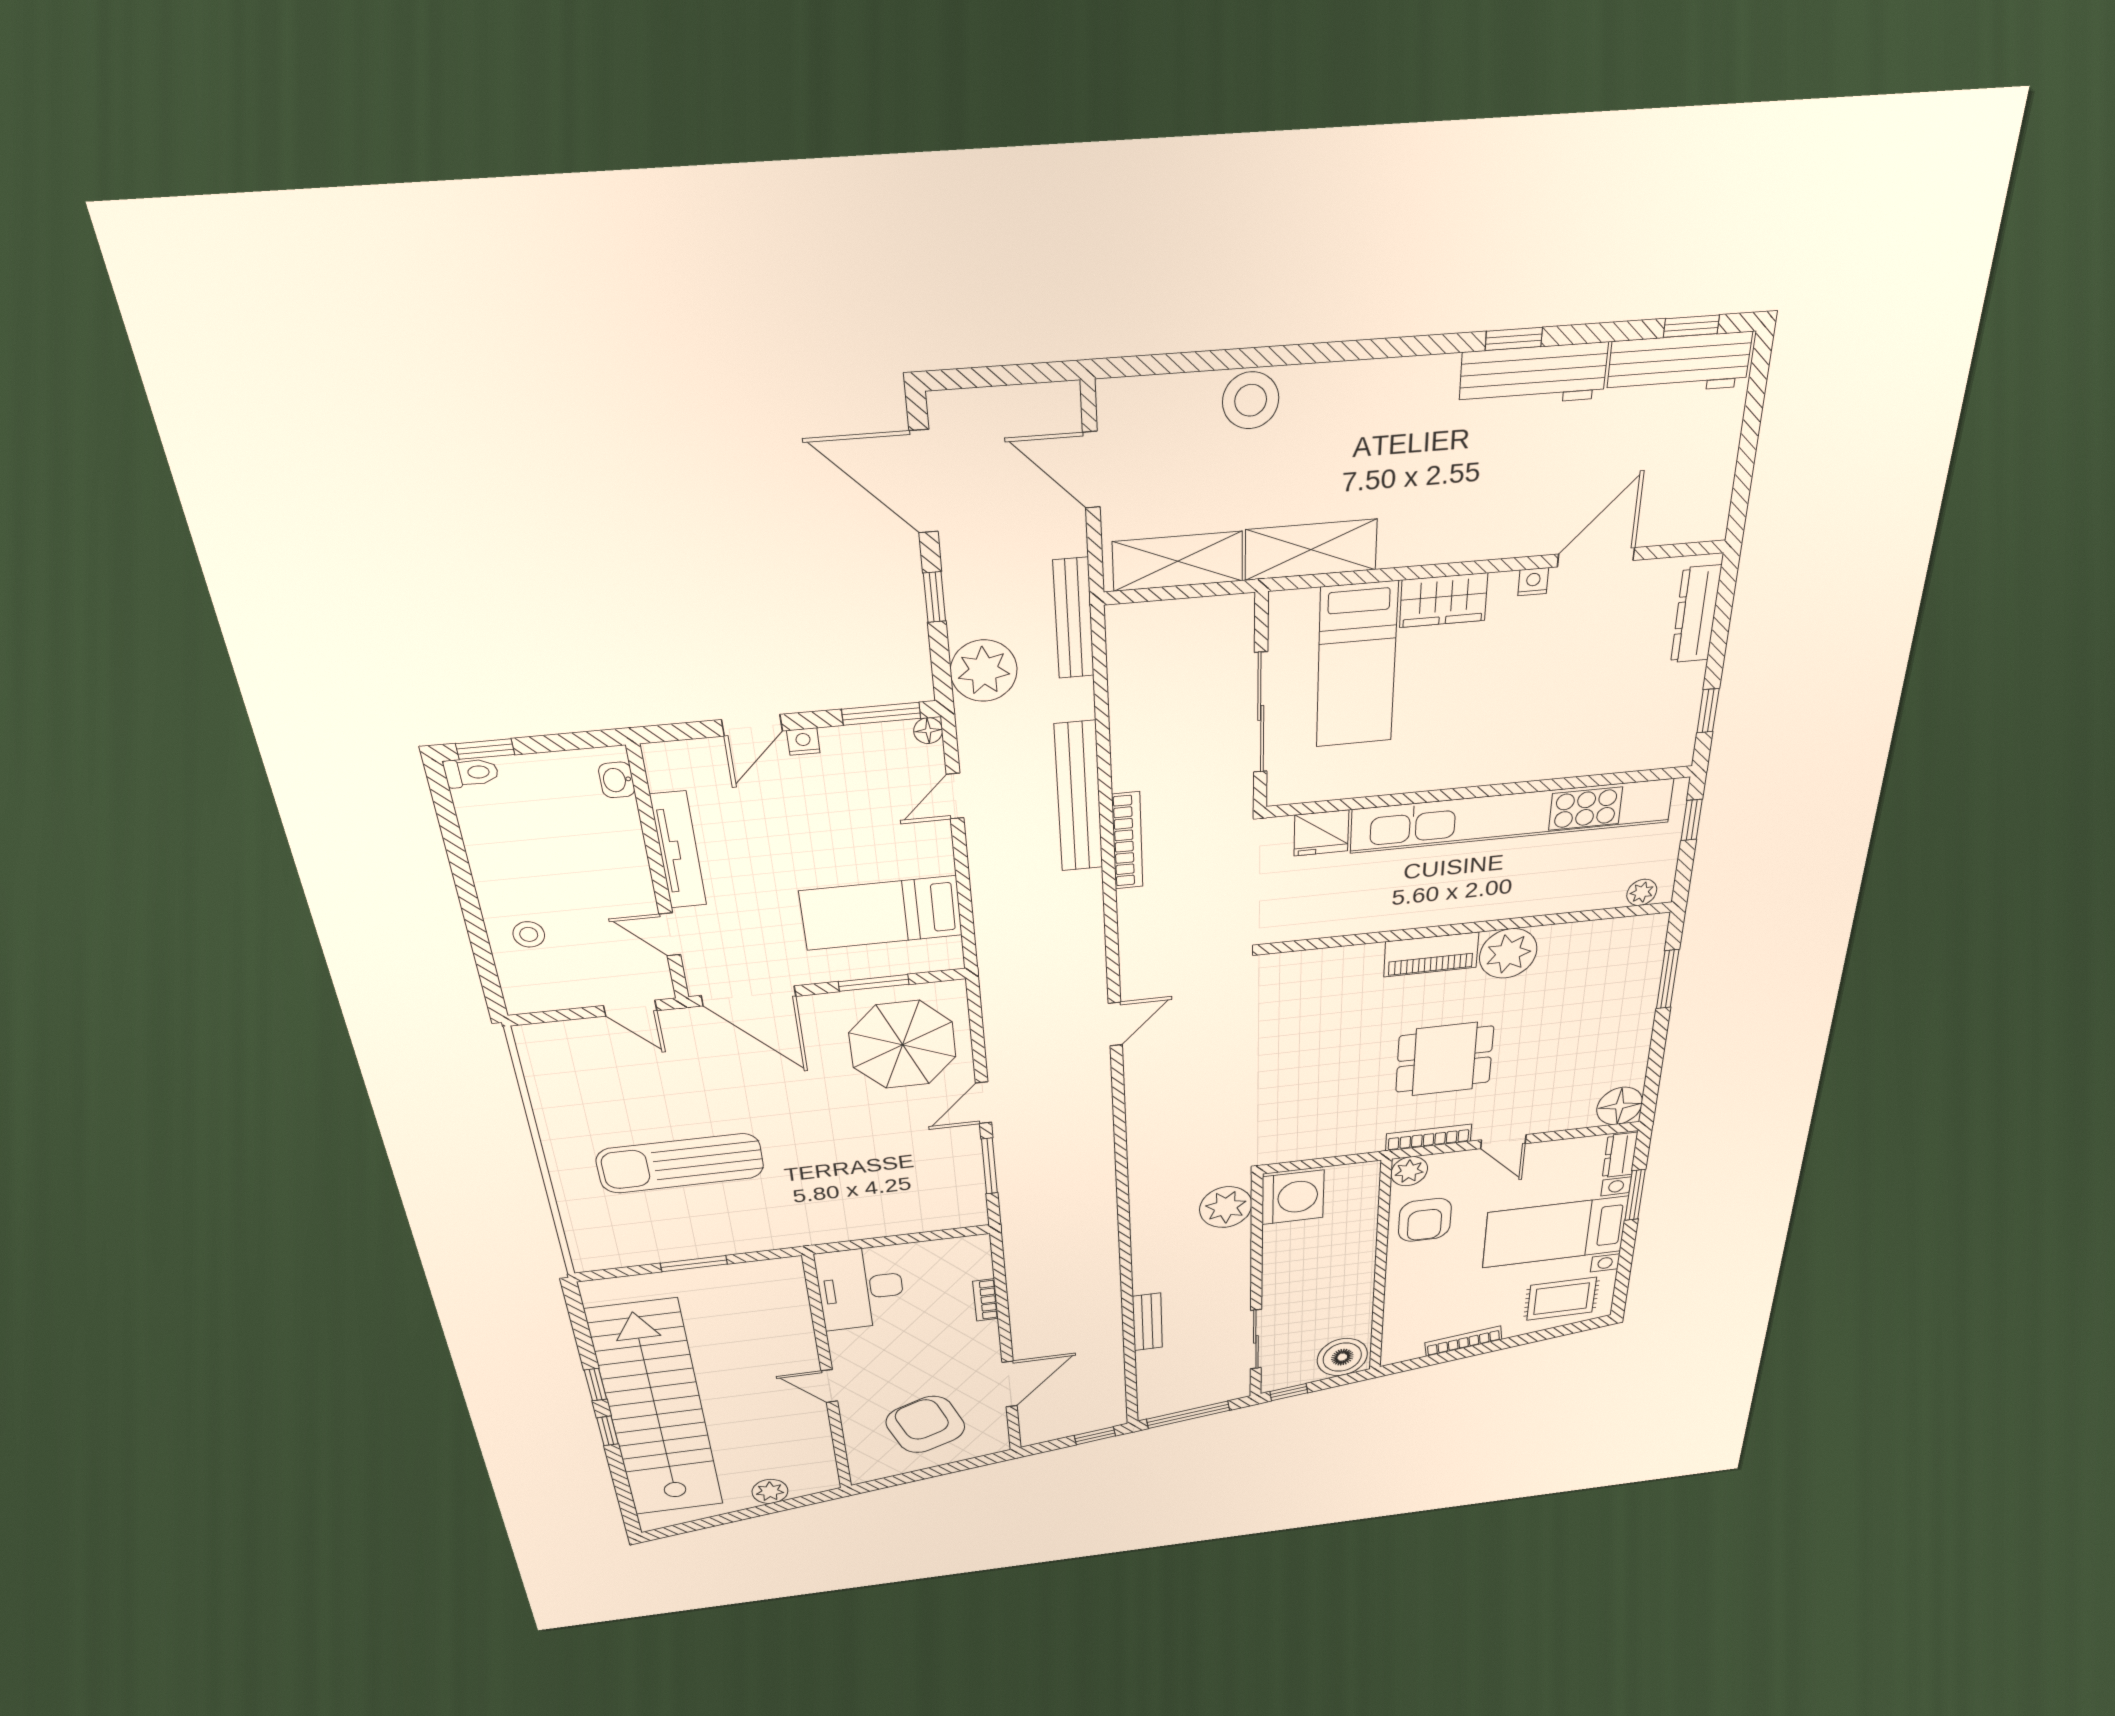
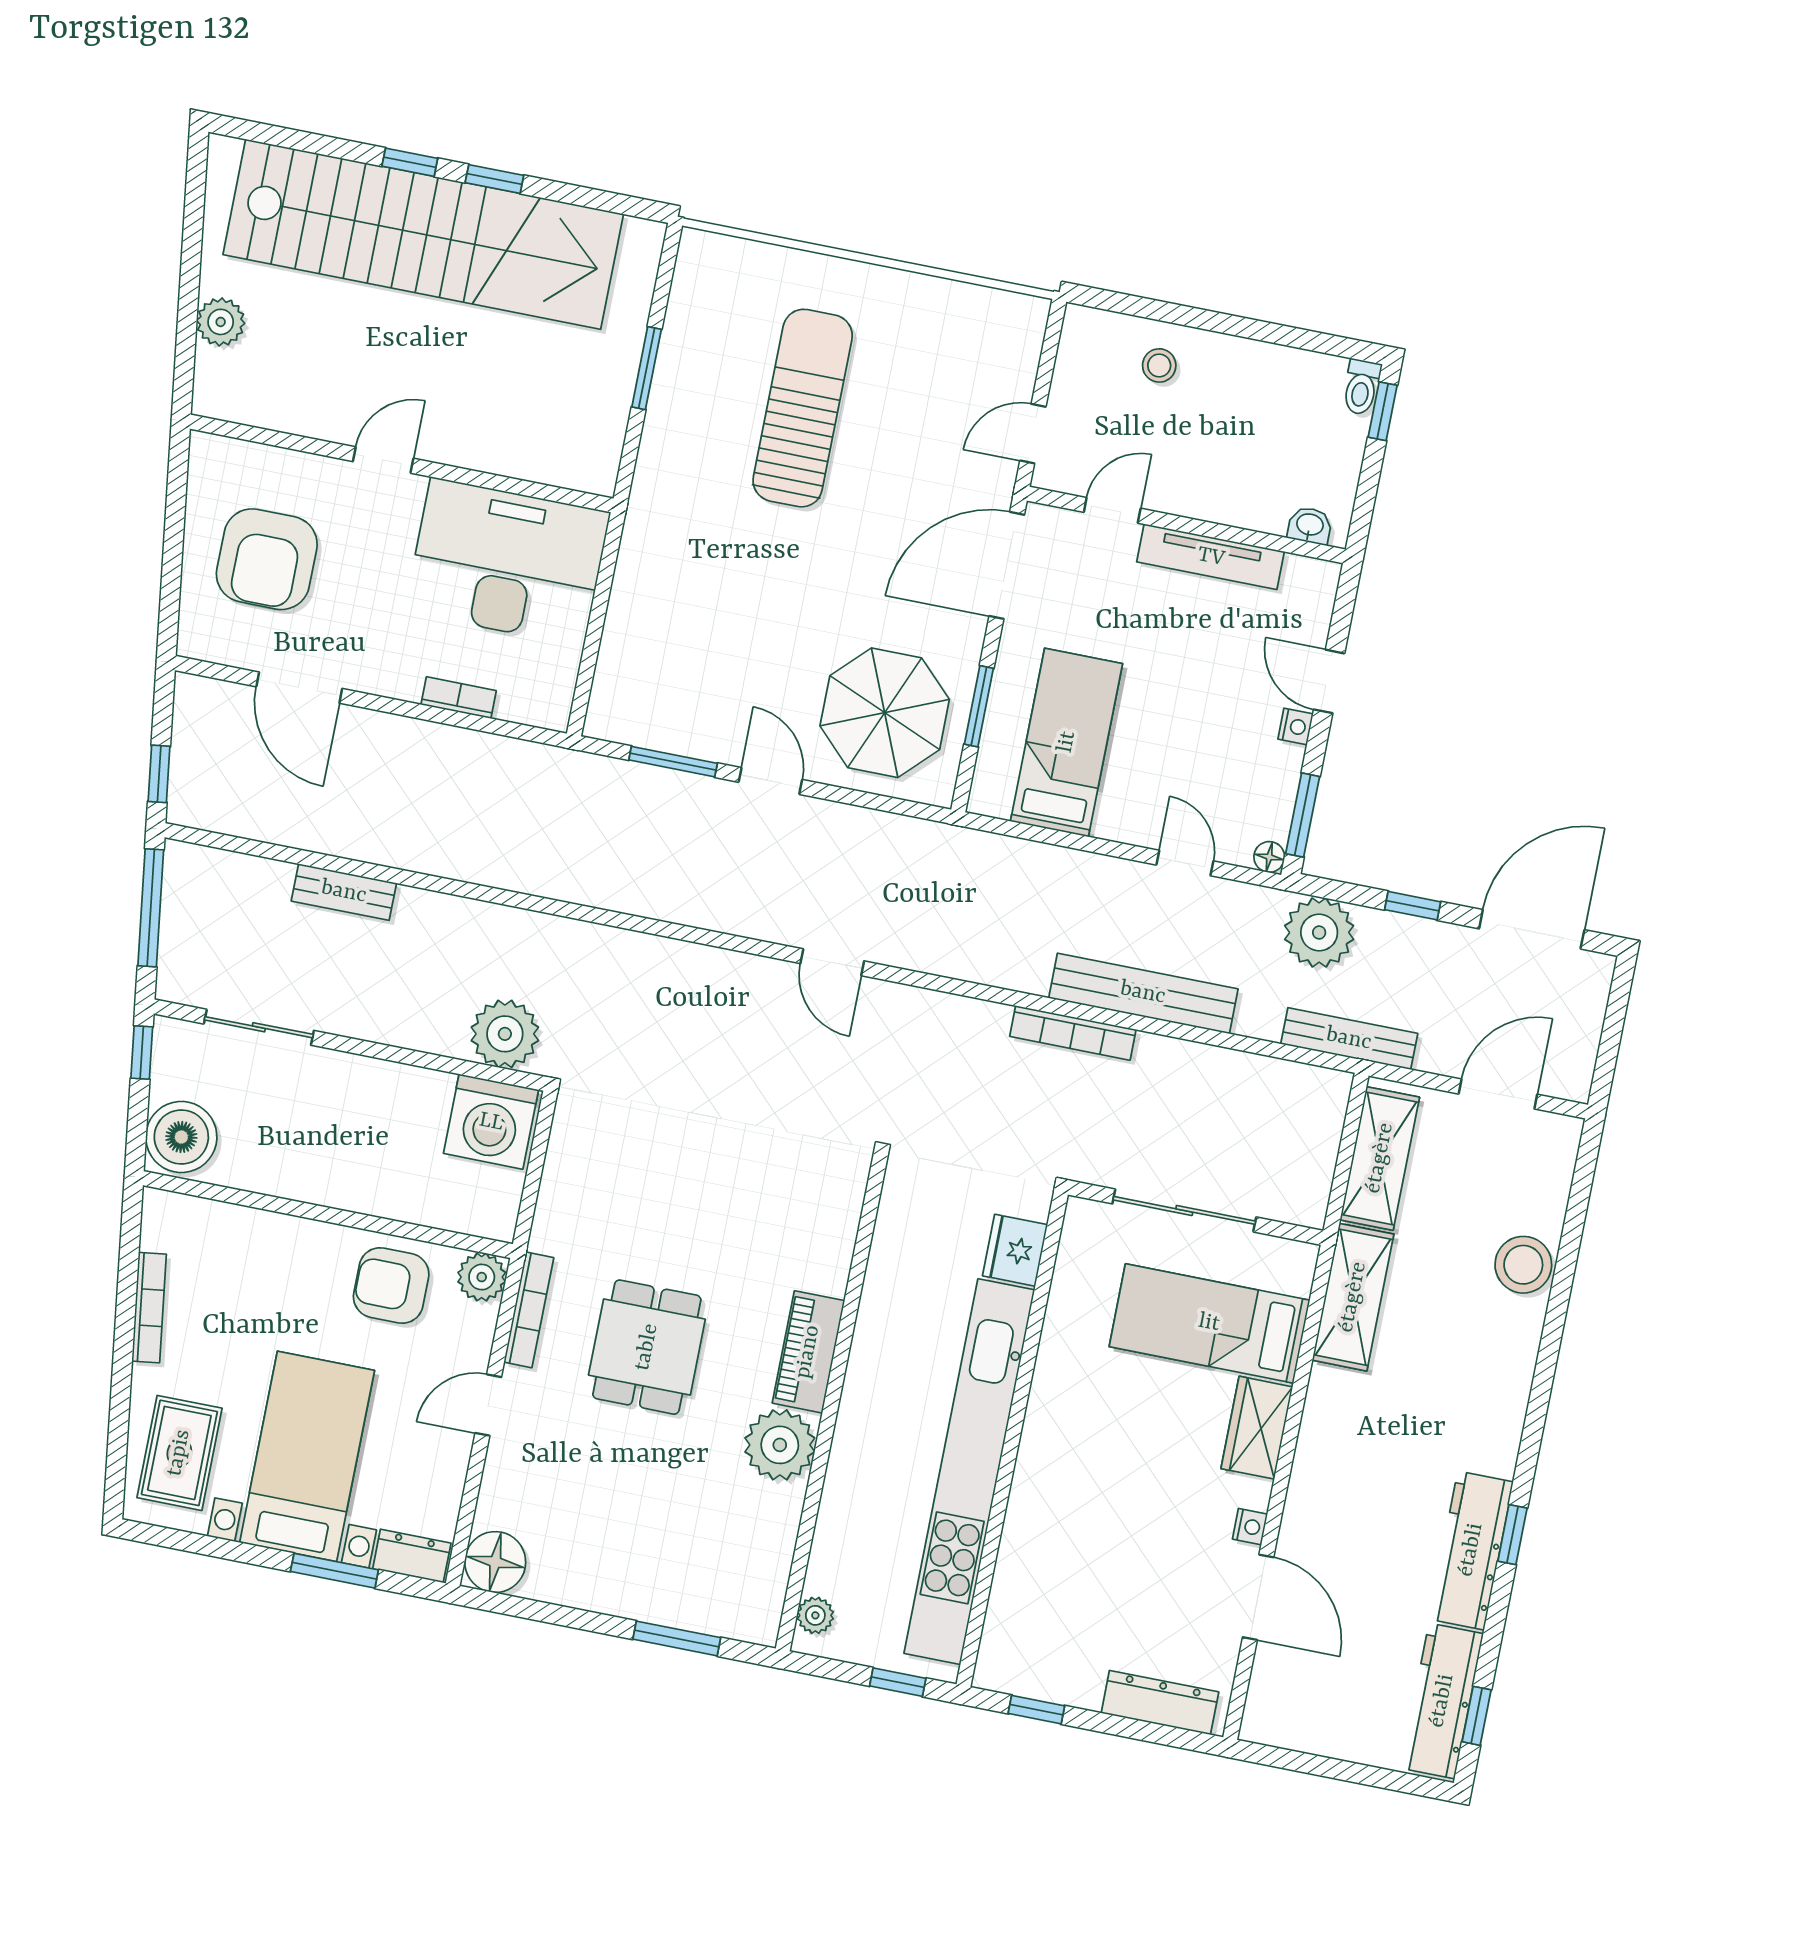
desk: (861, 1288) -> (507, 562), width x1.36, depth x1.30
armchair: (925, 1425) -> (267, 559), turned 111

